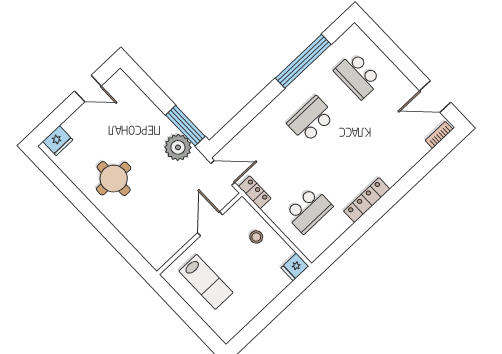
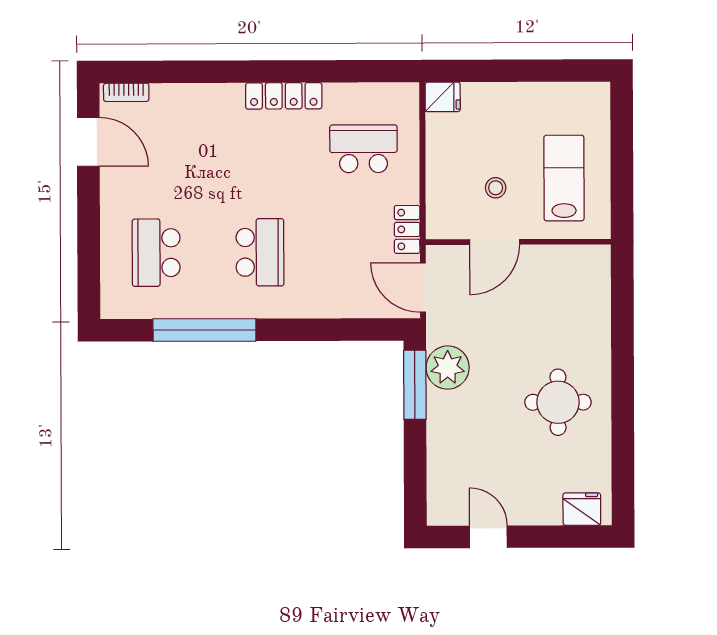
school desk: (358, 76) -> (156, 253), turned 180
school desk: (311, 120) -> (260, 252), turned -90
stool: (256, 237) -> (496, 188), moved

